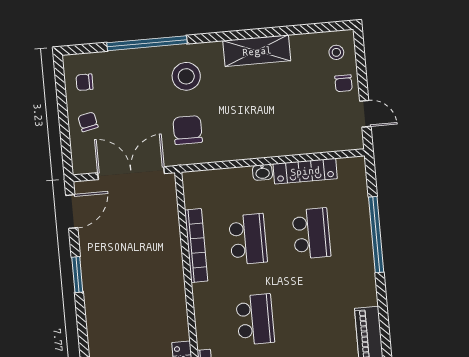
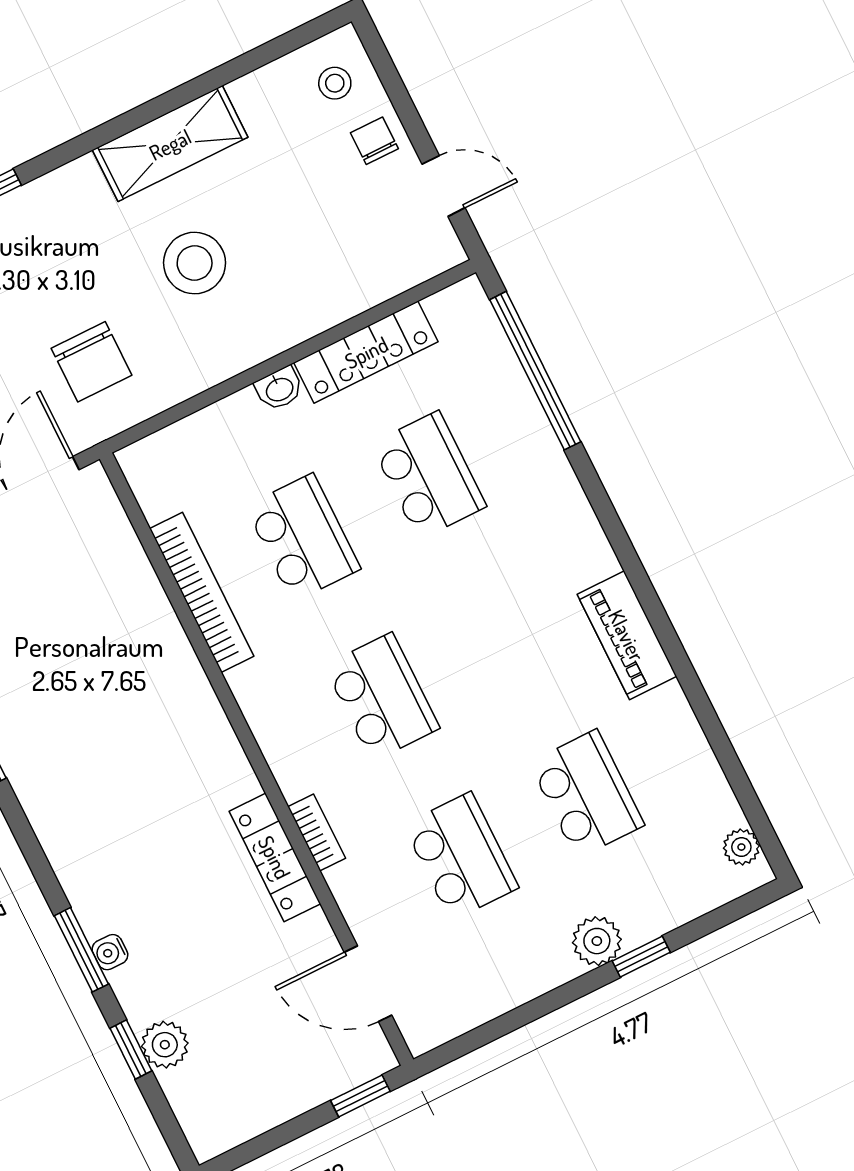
stool: (186, 76) -> (195, 263), moved
chair: (344, 83) -> (374, 141), turned 180
chair: (188, 130) -> (91, 362), turned 180
window: (376, 235) -> (535, 371), moved

